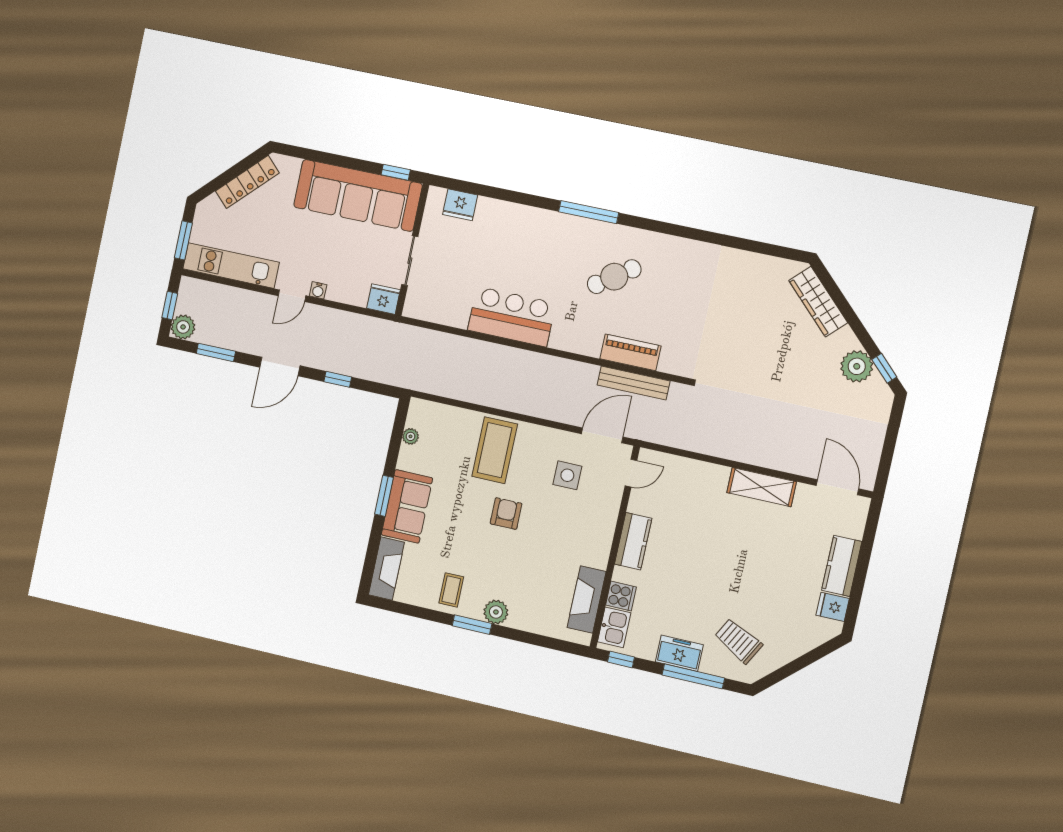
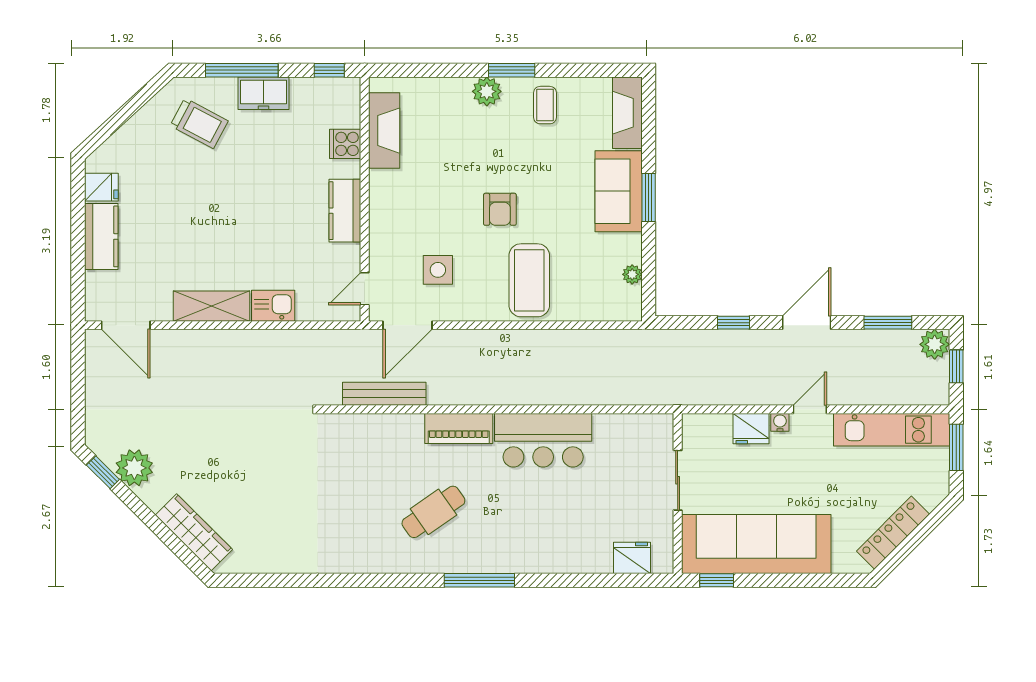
fridge: (383, 299) -> (751, 429), moved
piano: (630, 352) -> (459, 428), moved
kitchen sink: (614, 627) -> (273, 306), moved, turned 90

